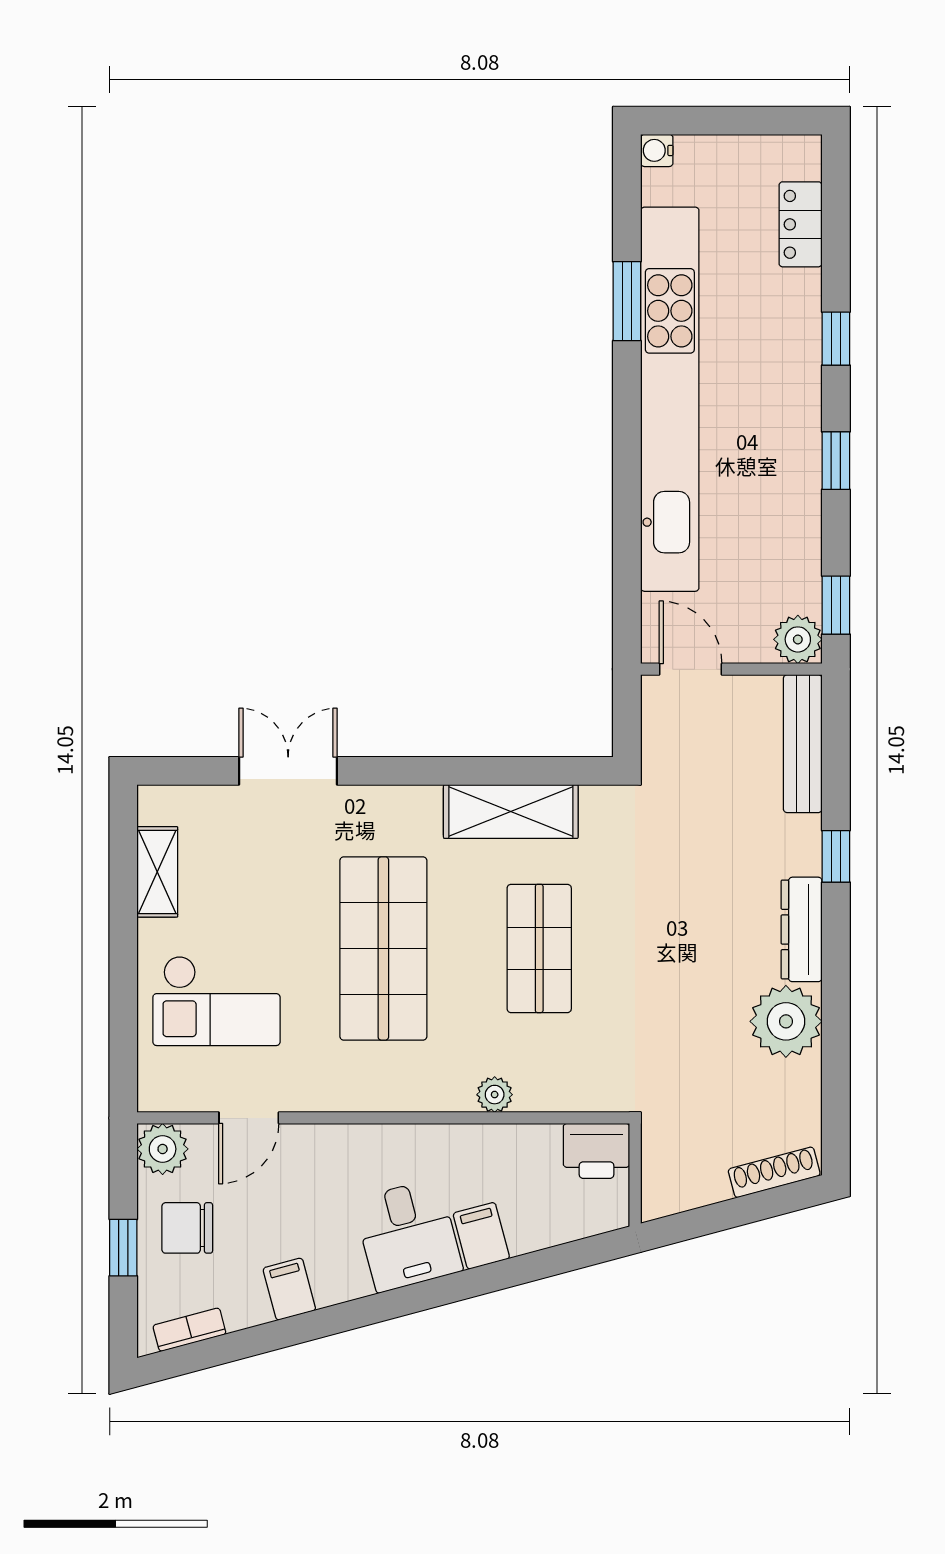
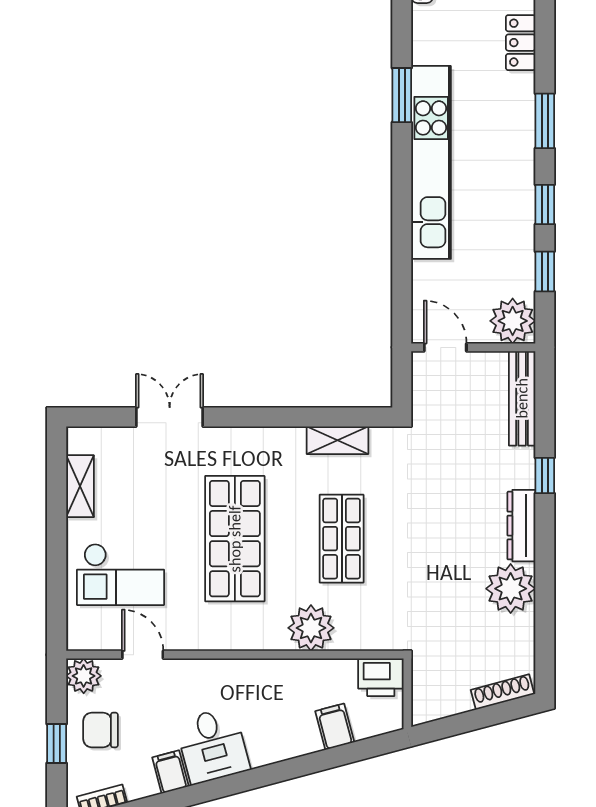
window: (836, 339) -> (545, 121), width x1.50
kitchen unit: (670, 399) -> (431, 162), width x0.73
window: (836, 605) -> (545, 271), moved
plant: (798, 639) -> (513, 321), width x1.36, depth x1.36
shelving: (511, 812) -> (338, 440), width x0.67, depth x0.75
plant: (495, 1095) -> (311, 628), width x1.88, depth x1.88
door: (249, 1118) -> (143, 655), swing flipped
desk: (408, 1235) -> (213, 745), moved
filing cabinet: (481, 1236) -> (335, 727), moved

